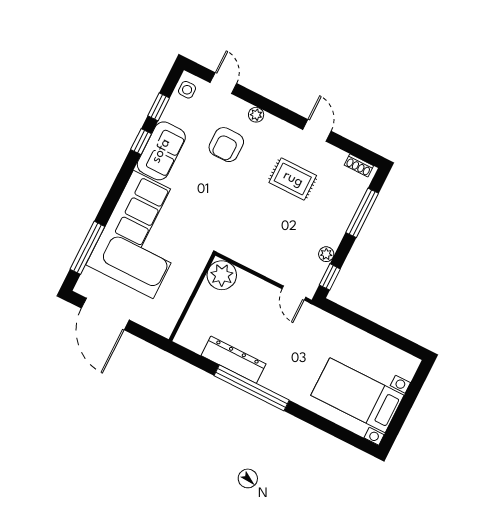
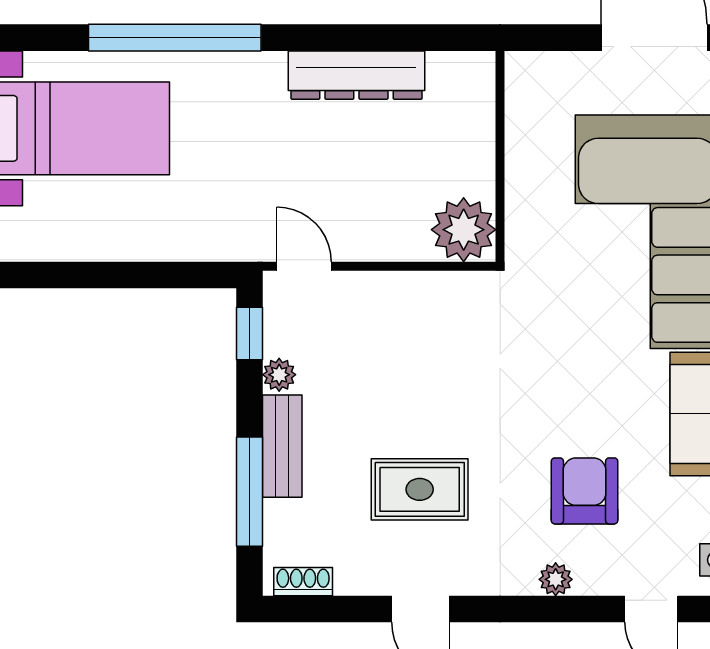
bench: (340, 225) -> (282, 446), added
window: (252, 388) -> (175, 38), moved

